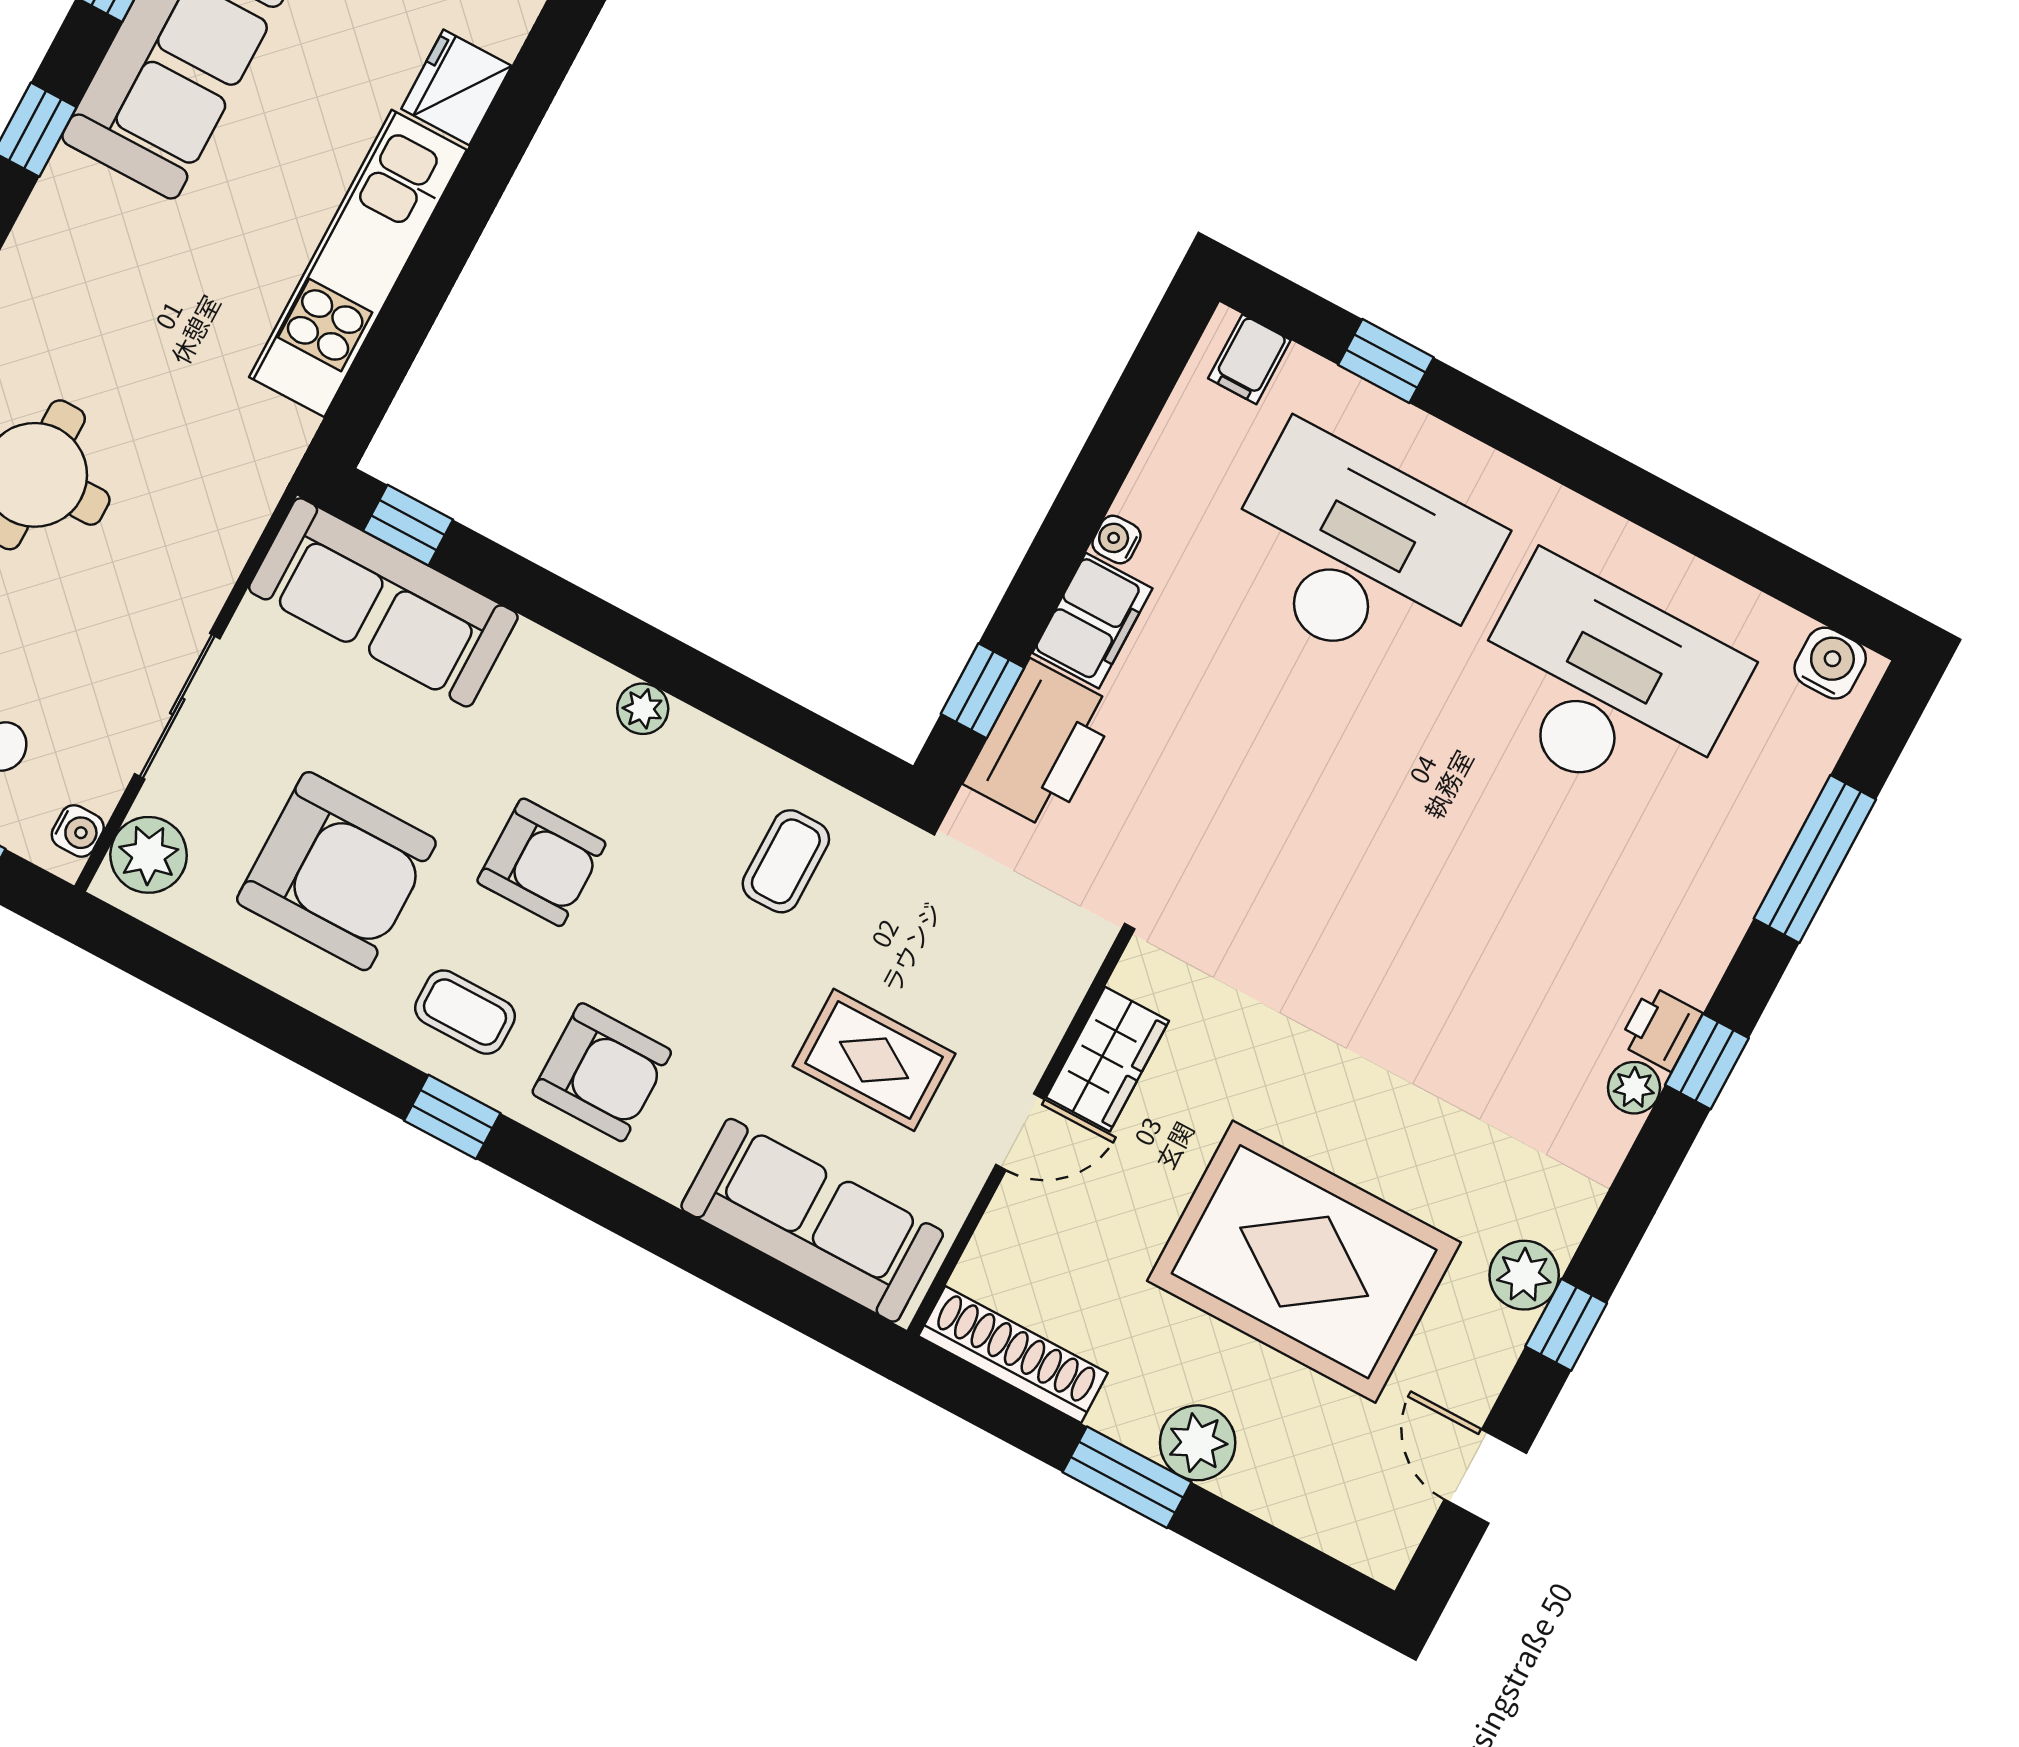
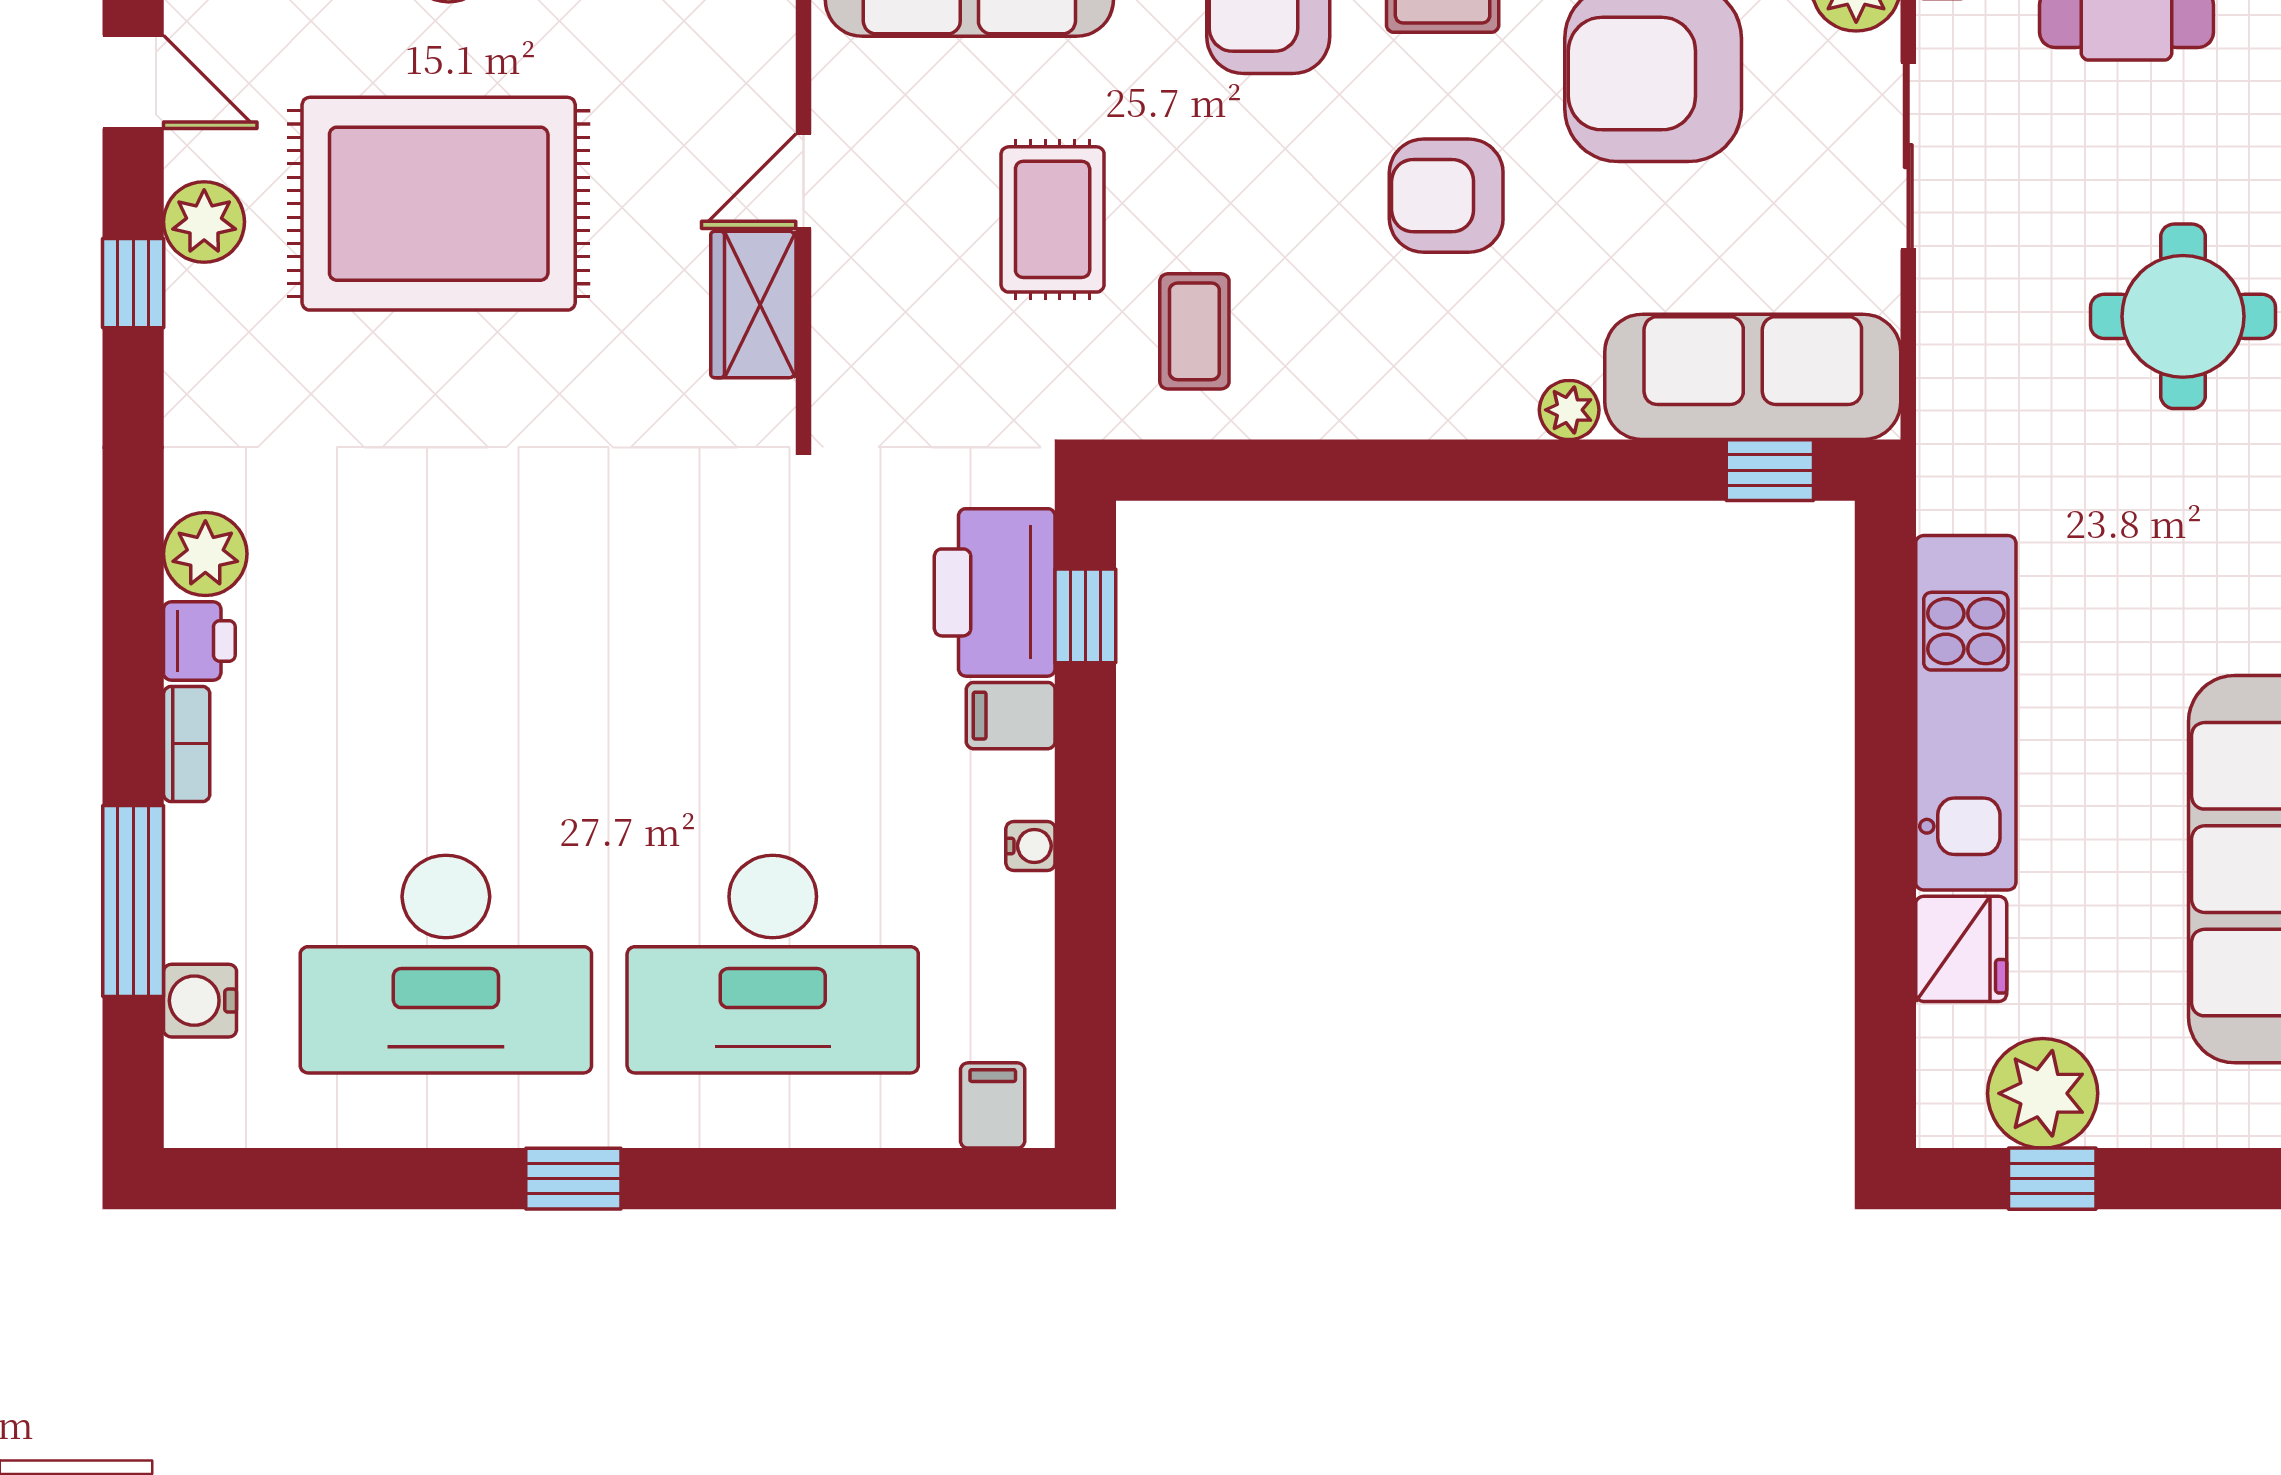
window: (1386, 361) -> (573, 1179), moved
filing cabinet: (1092, 621) -> (1011, 716), width x0.50
water cooler: (1830, 663) -> (200, 1001), moved, turned 90
plant: (643, 709) -> (1569, 410), moved
bookcase: (1711, 956) -> (187, 744), added
rug: (874, 1060) -> (1053, 219), moved, turned 90
window: (1707, 1061) -> (133, 632), removed
plant: (1634, 1088) -> (205, 554), width x1.38, depth x1.38
plant: (1524, 1275) -> (204, 222), moved

